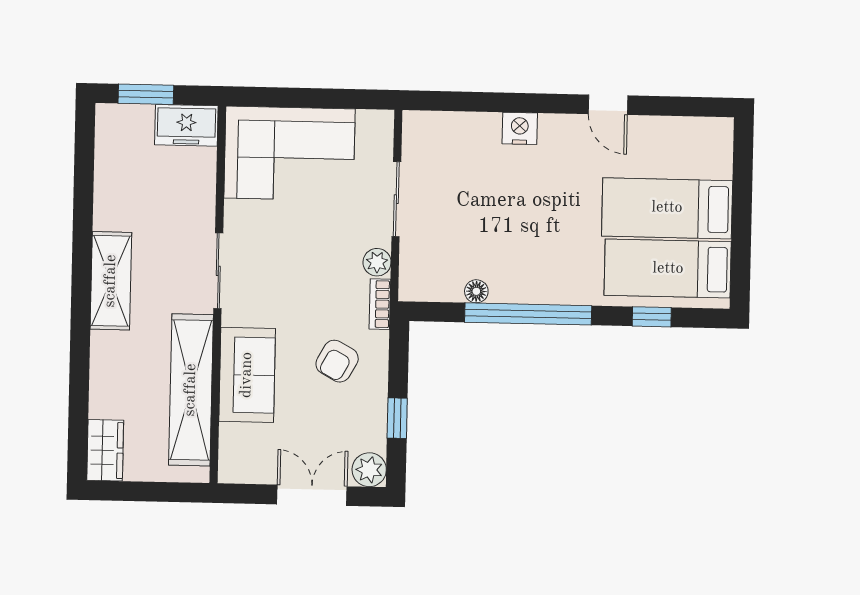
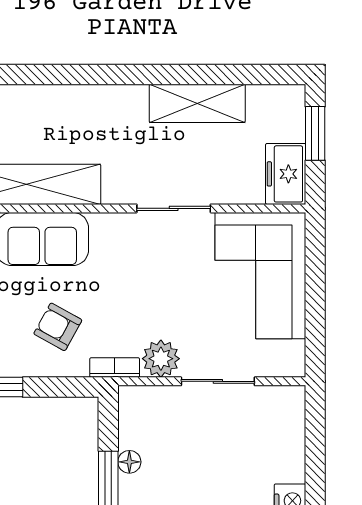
plant: (377, 262) -> (161, 359), width x1.38, depth x1.38
sliding door: (218, 271) -> (174, 208), moved
shelving: (111, 281) -> (197, 103), moved

